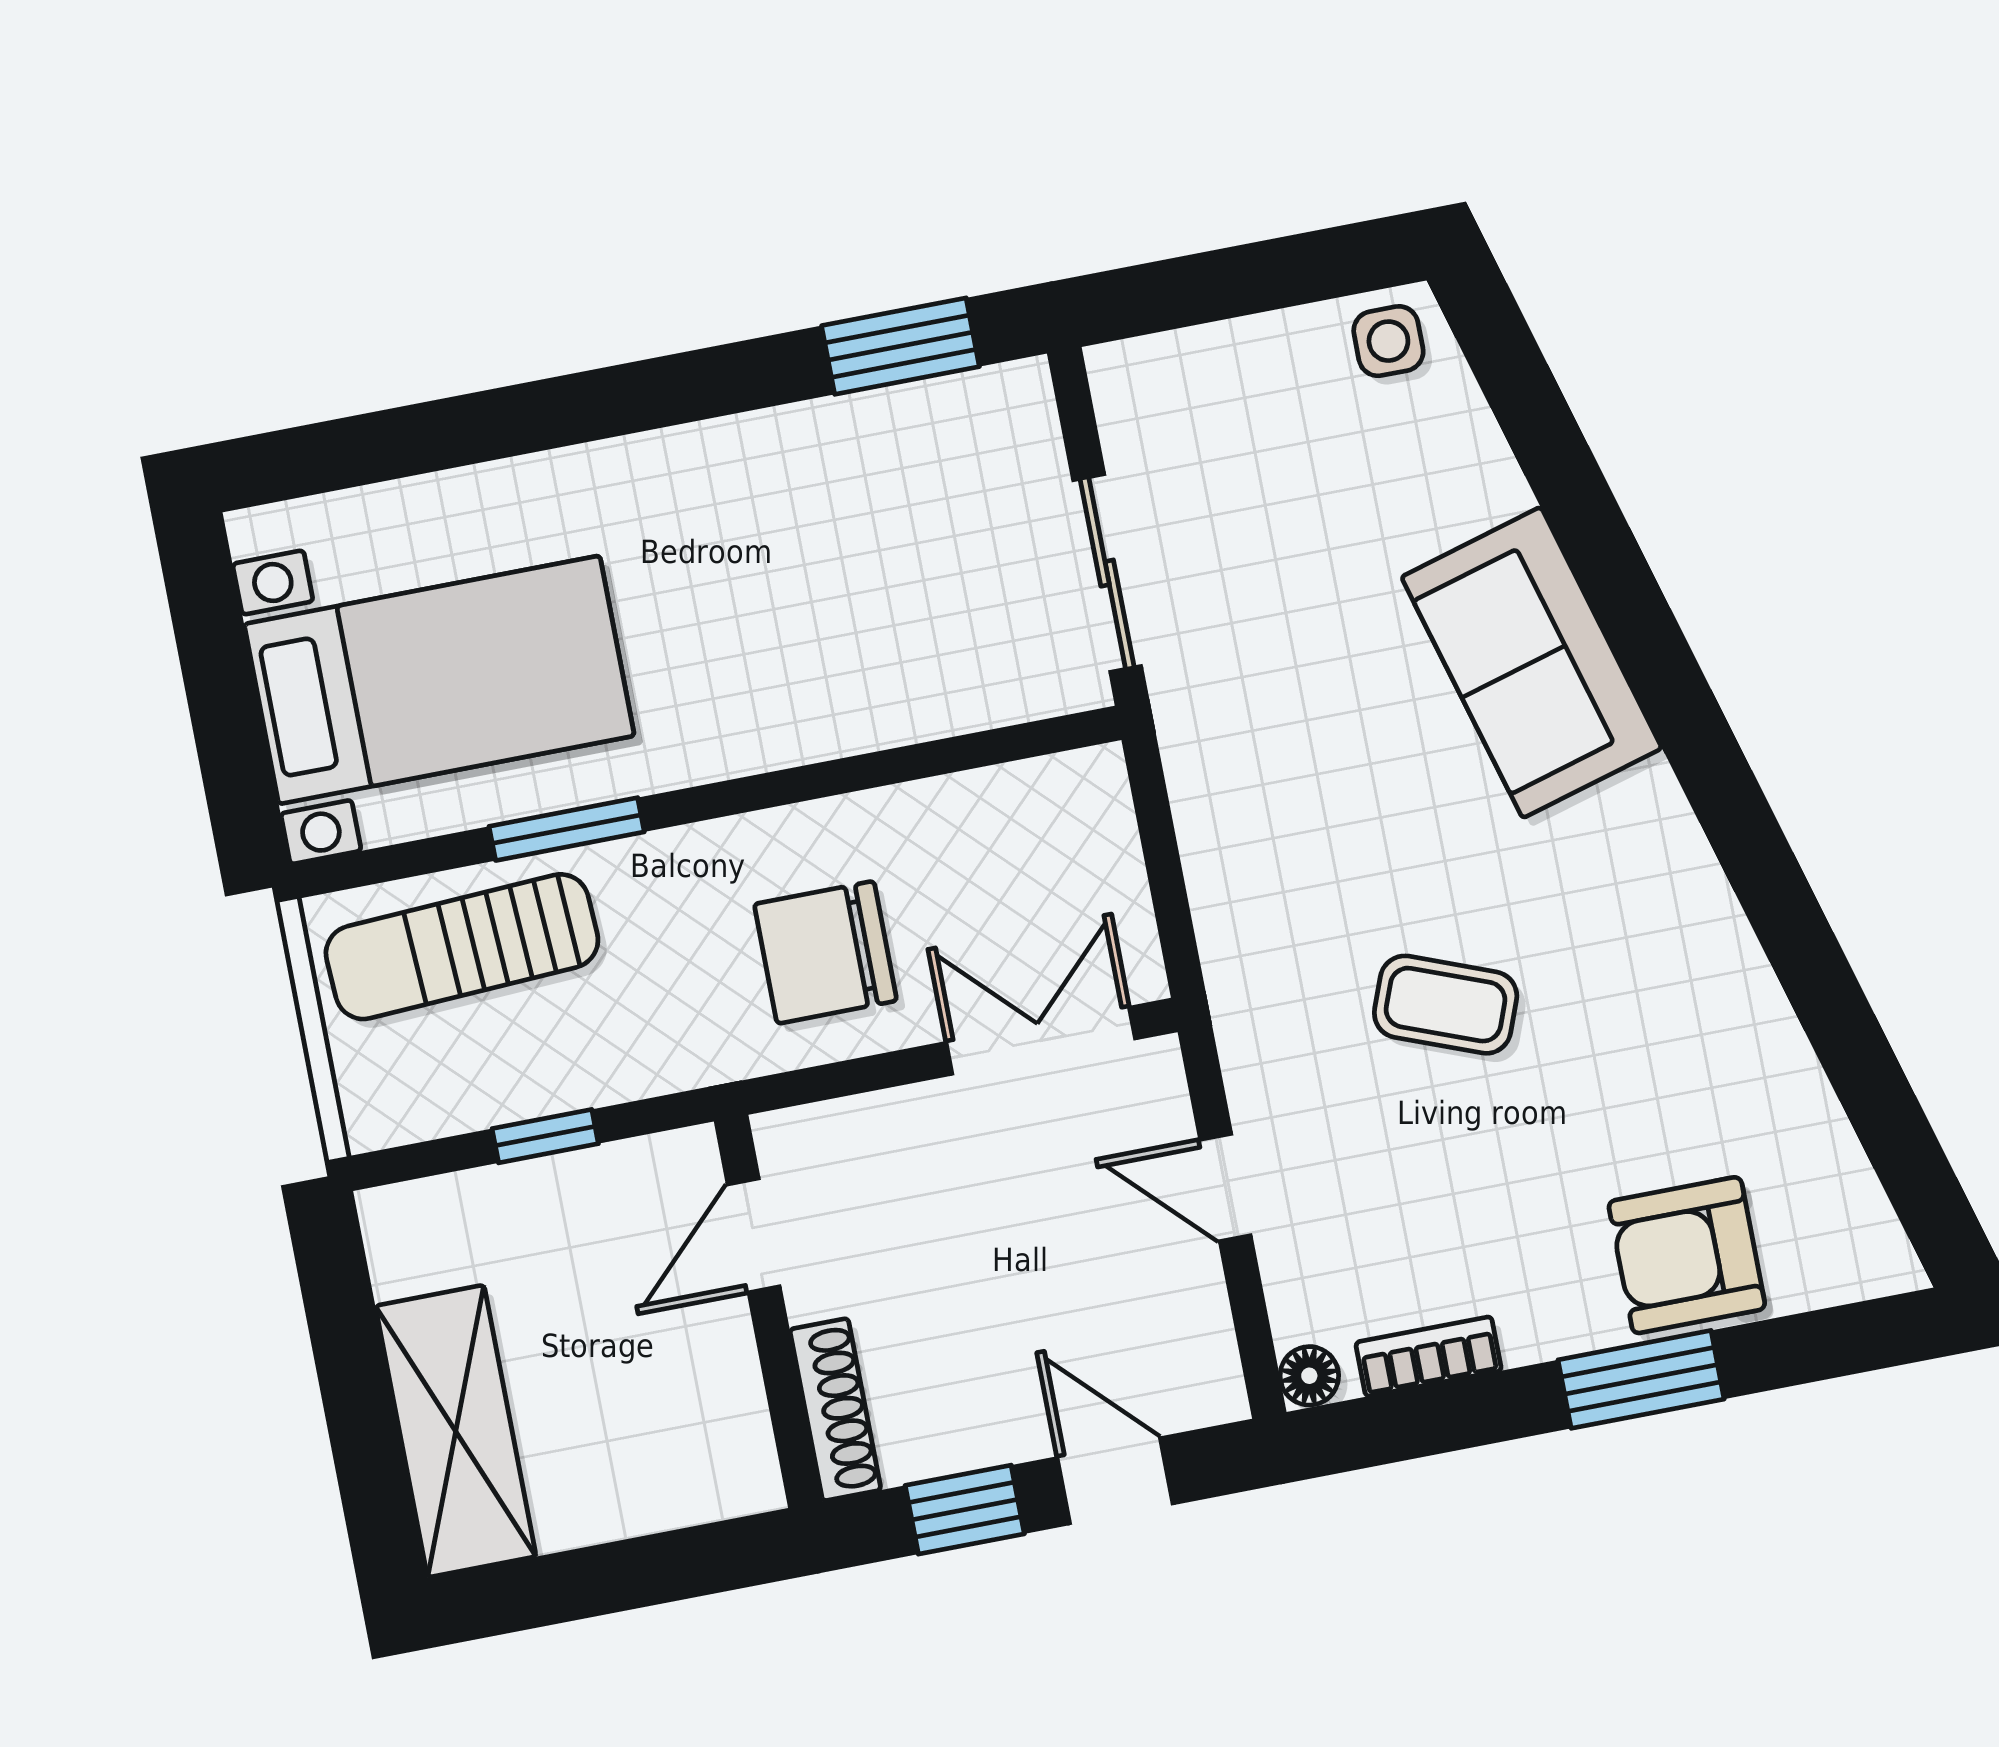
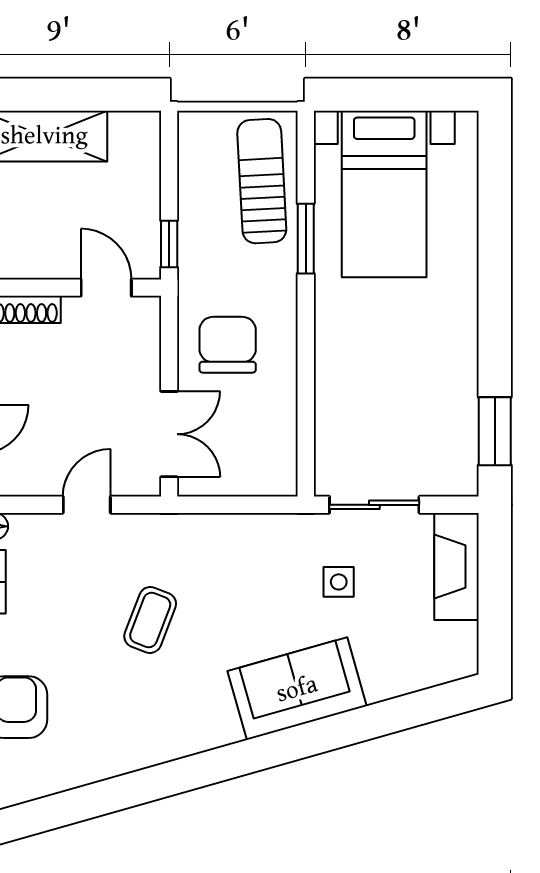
side table: (1388, 341) -> (339, 582), moved
fireplace: (1205, 372) -> (457, 567), added
window: (545, 1136) -> (169, 244), moved

